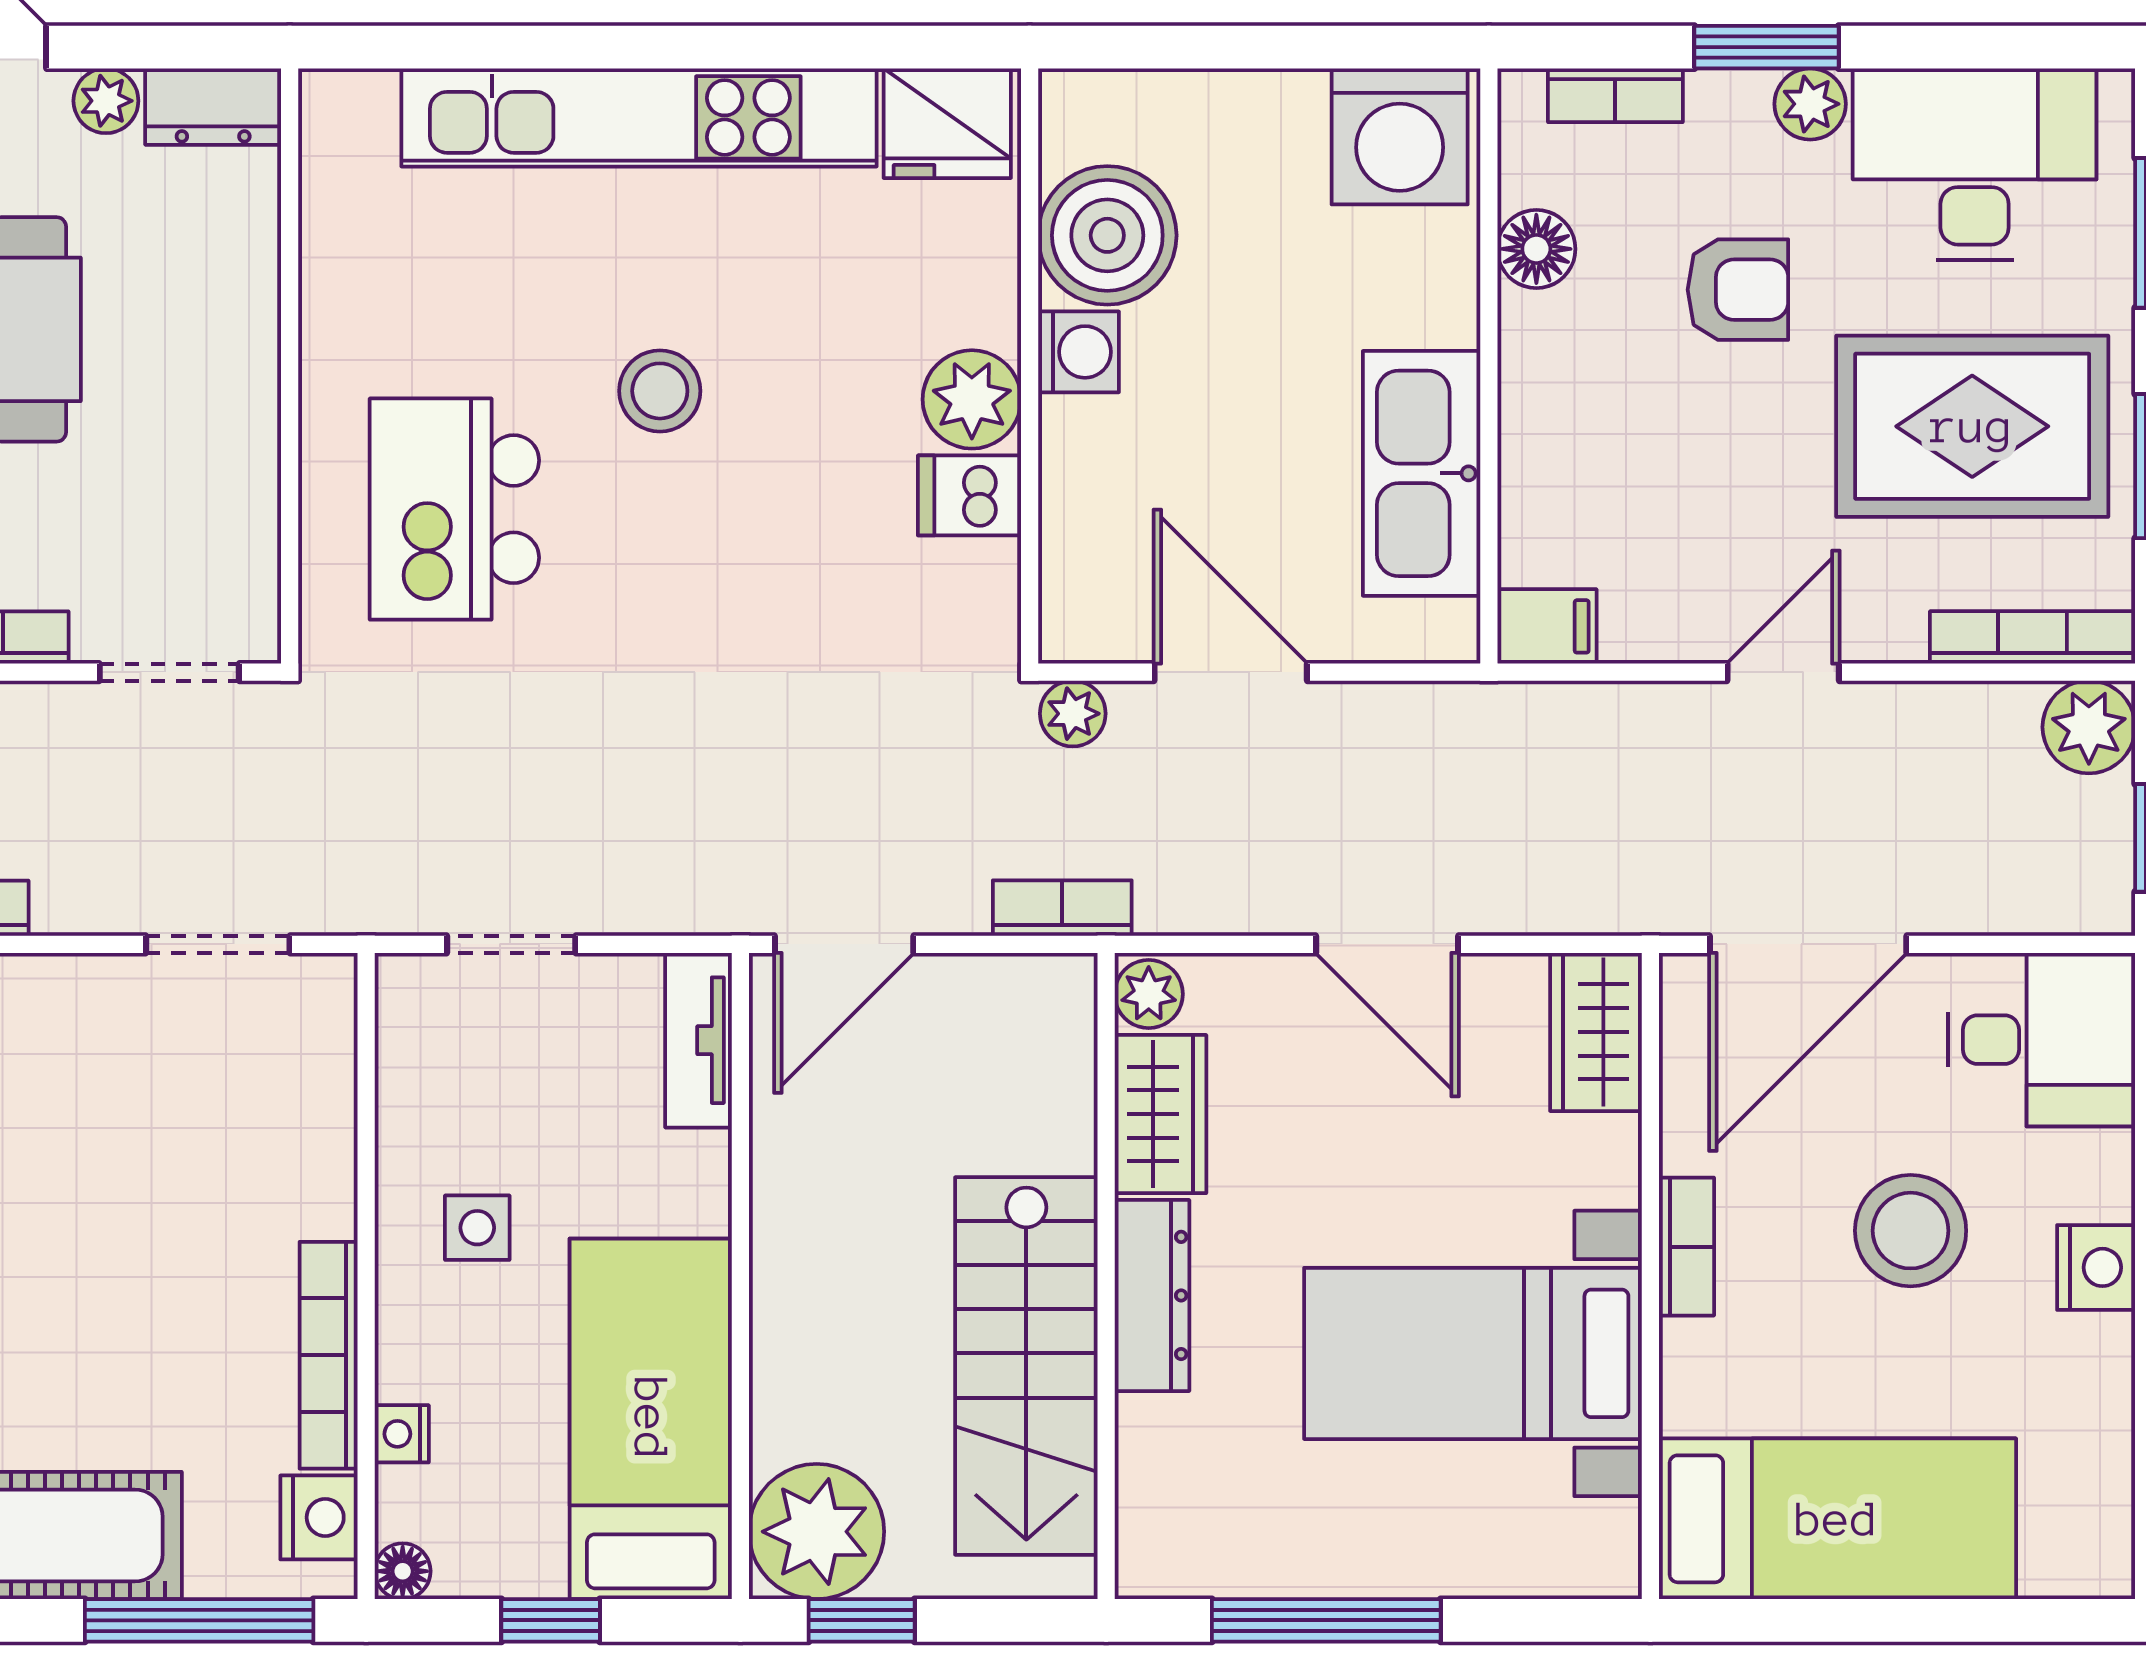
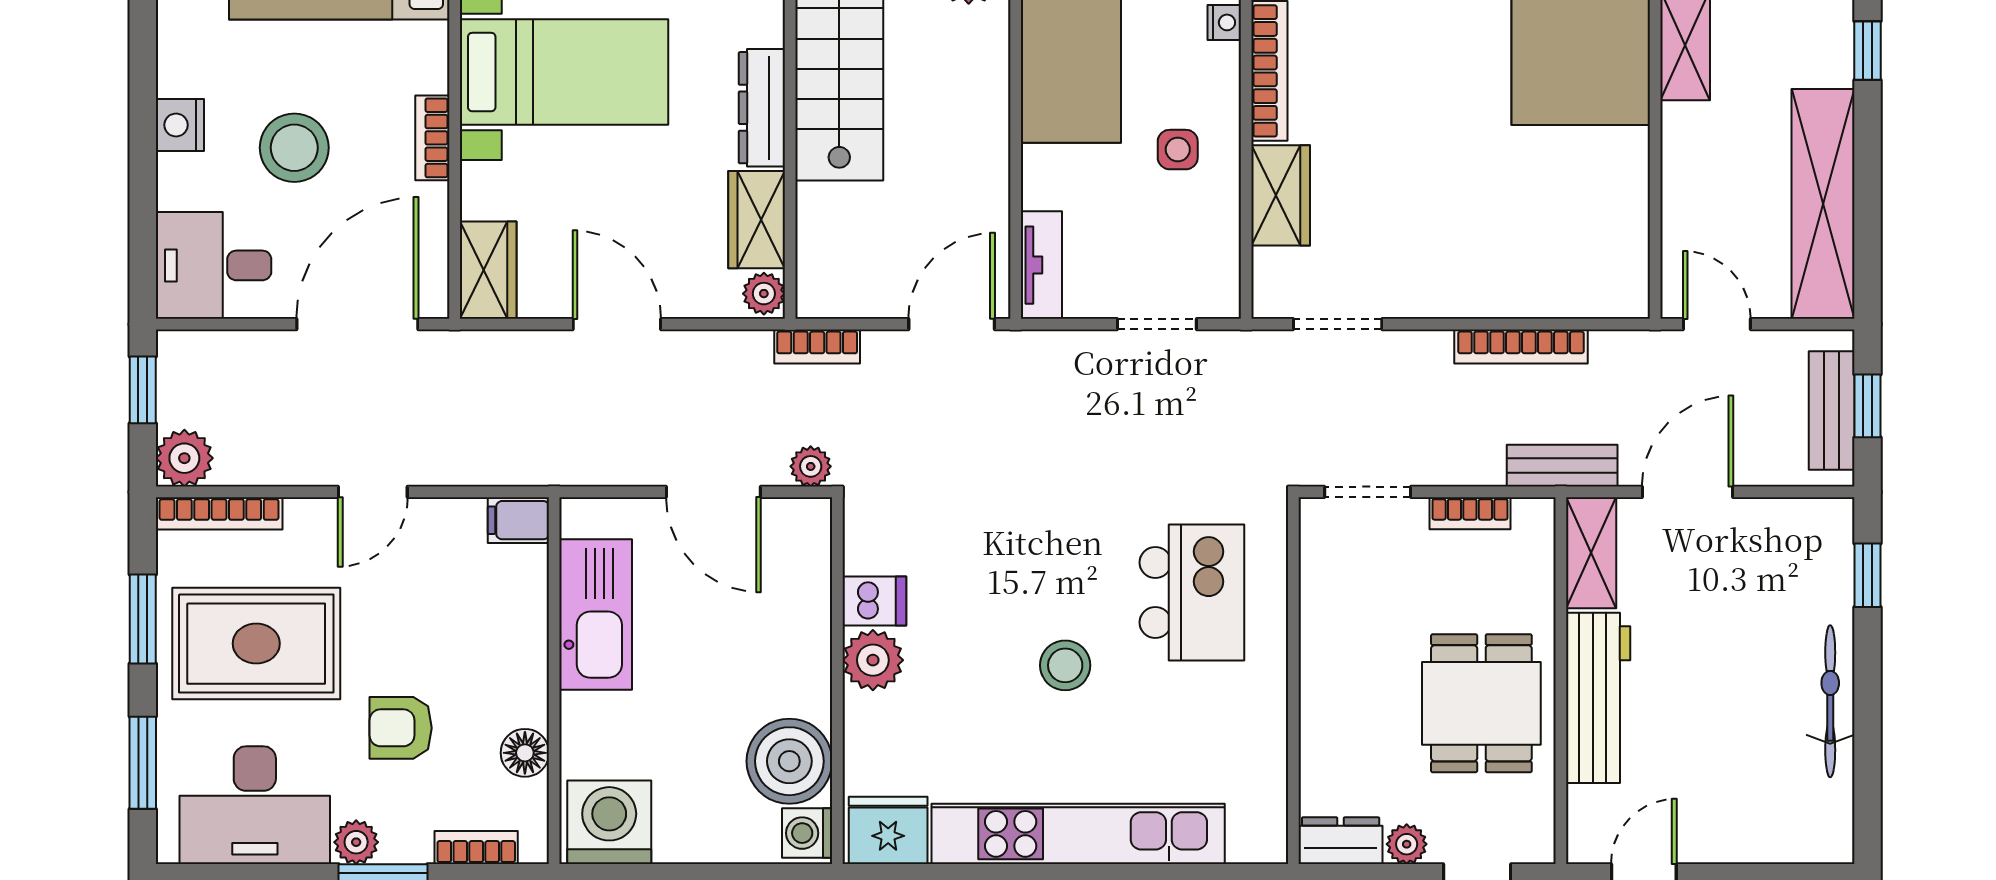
washing machine: (1078, 352) -> (807, 833), moved
wardrobe: (310, 1153) -> (1281, 195), added

